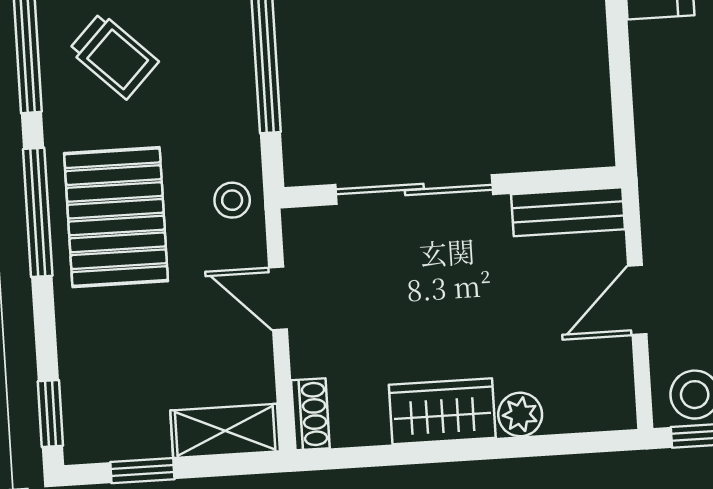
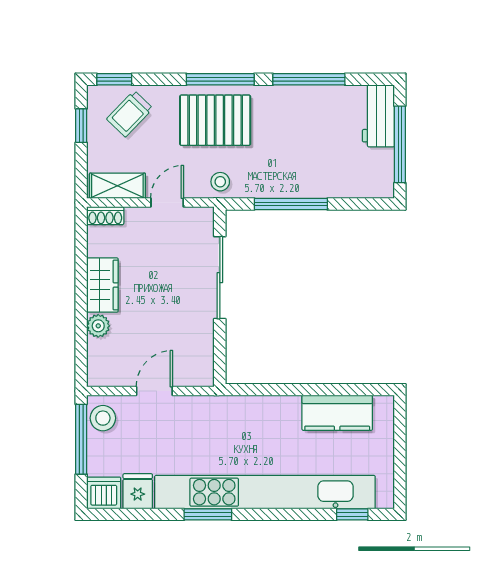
trolley: (114, 56) -> (130, 114), moved
bench: (568, 212) -> (203, 358), removed
door: (637, 300) -> (154, 391), hinge flipped
shelving: (225, 431) -> (117, 186), moved, turned 90

